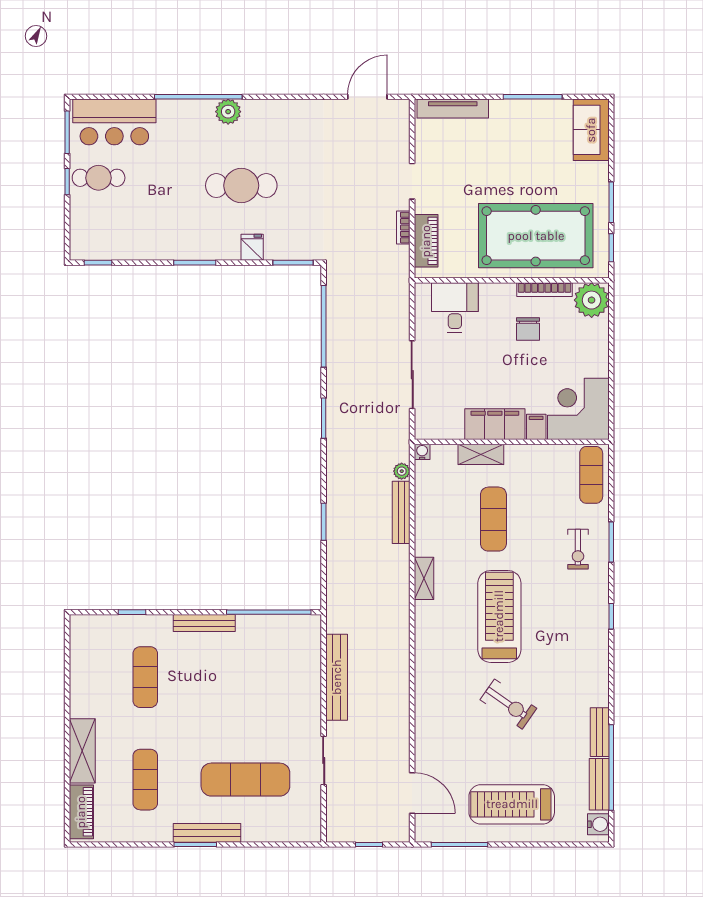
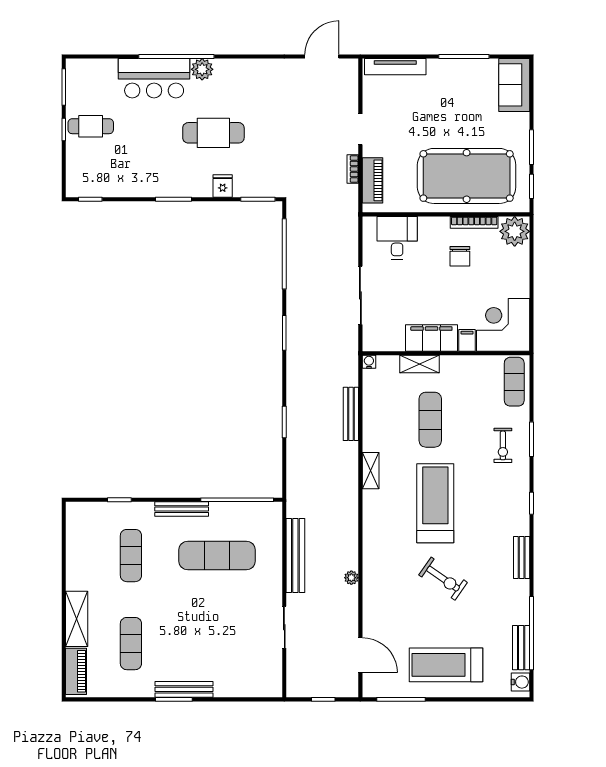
bar counter: (114, 122) -> (154, 78), moved
plant: (402, 471) -> (351, 578), moved
bench: (600, 732) -> (522, 557), moved
exercise mat: (245, 780) -> (217, 556), moved

